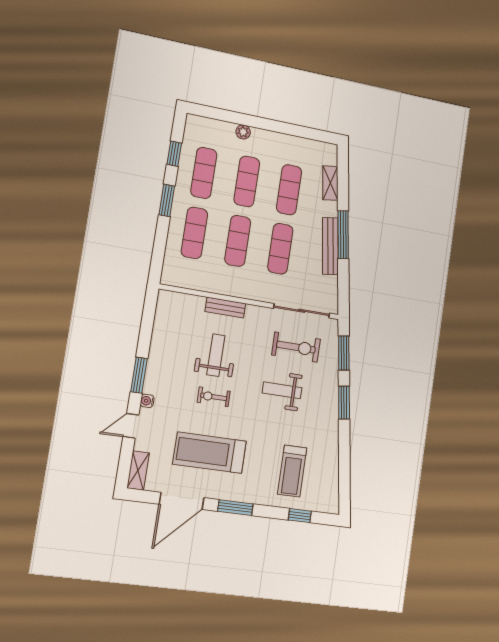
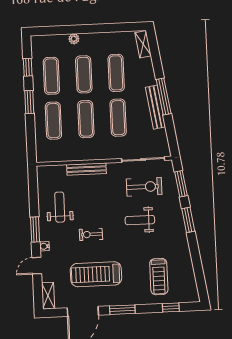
shelving: (330, 183) -> (143, 44), moved
bench: (225, 308) -> (86, 169), width x1.36
weight bench: (216, 355) -> (60, 207), moved

